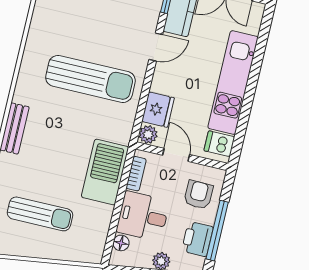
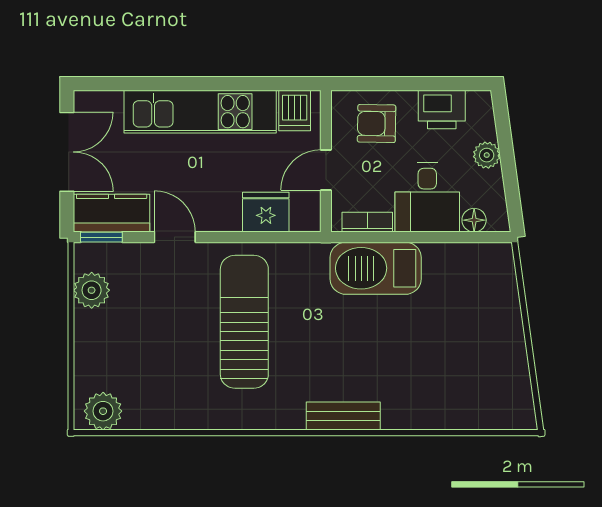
plant: (148, 134) -> (306, 218), removed
sun lounger: (40, 214) -> (460, 349), removed
window: (217, 231) -> (423, 84), removed

